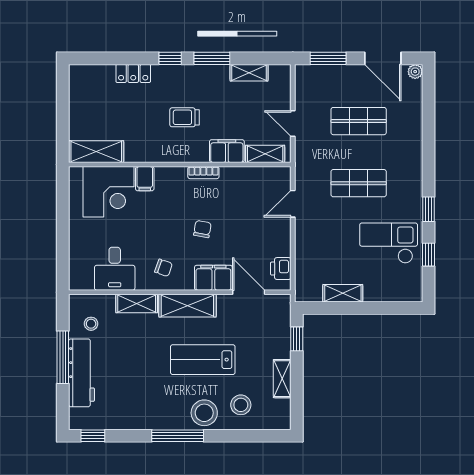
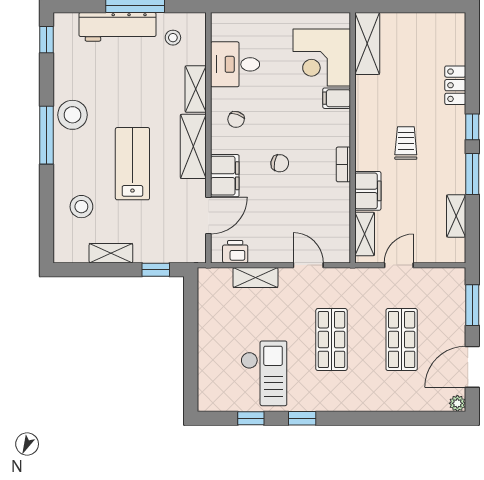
shelving: (343, 293) -> (255, 278), moved, turned 90
stool: (204, 413) -> (72, 115), moved

